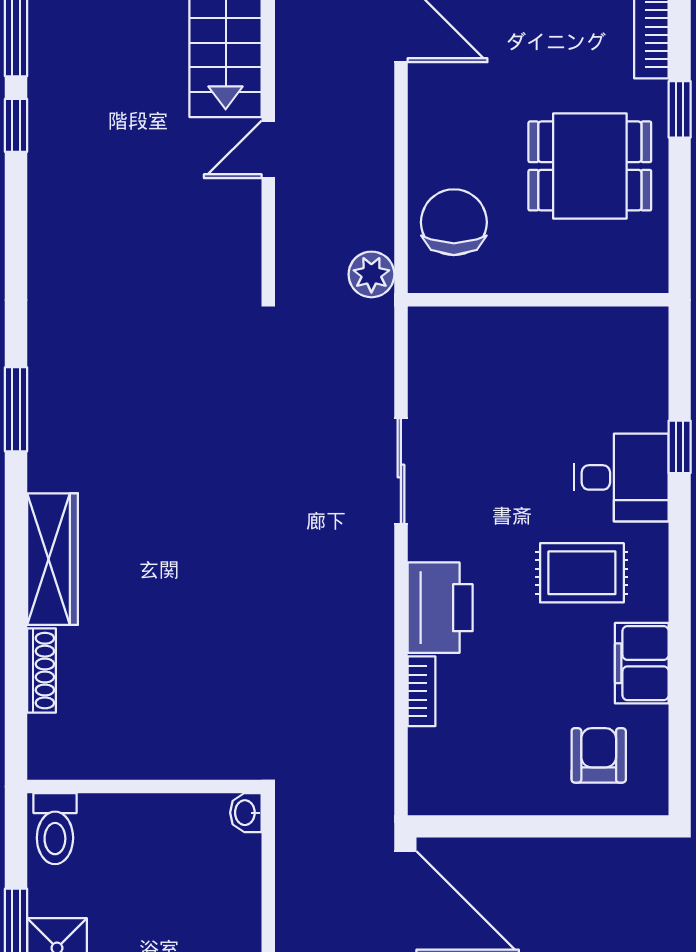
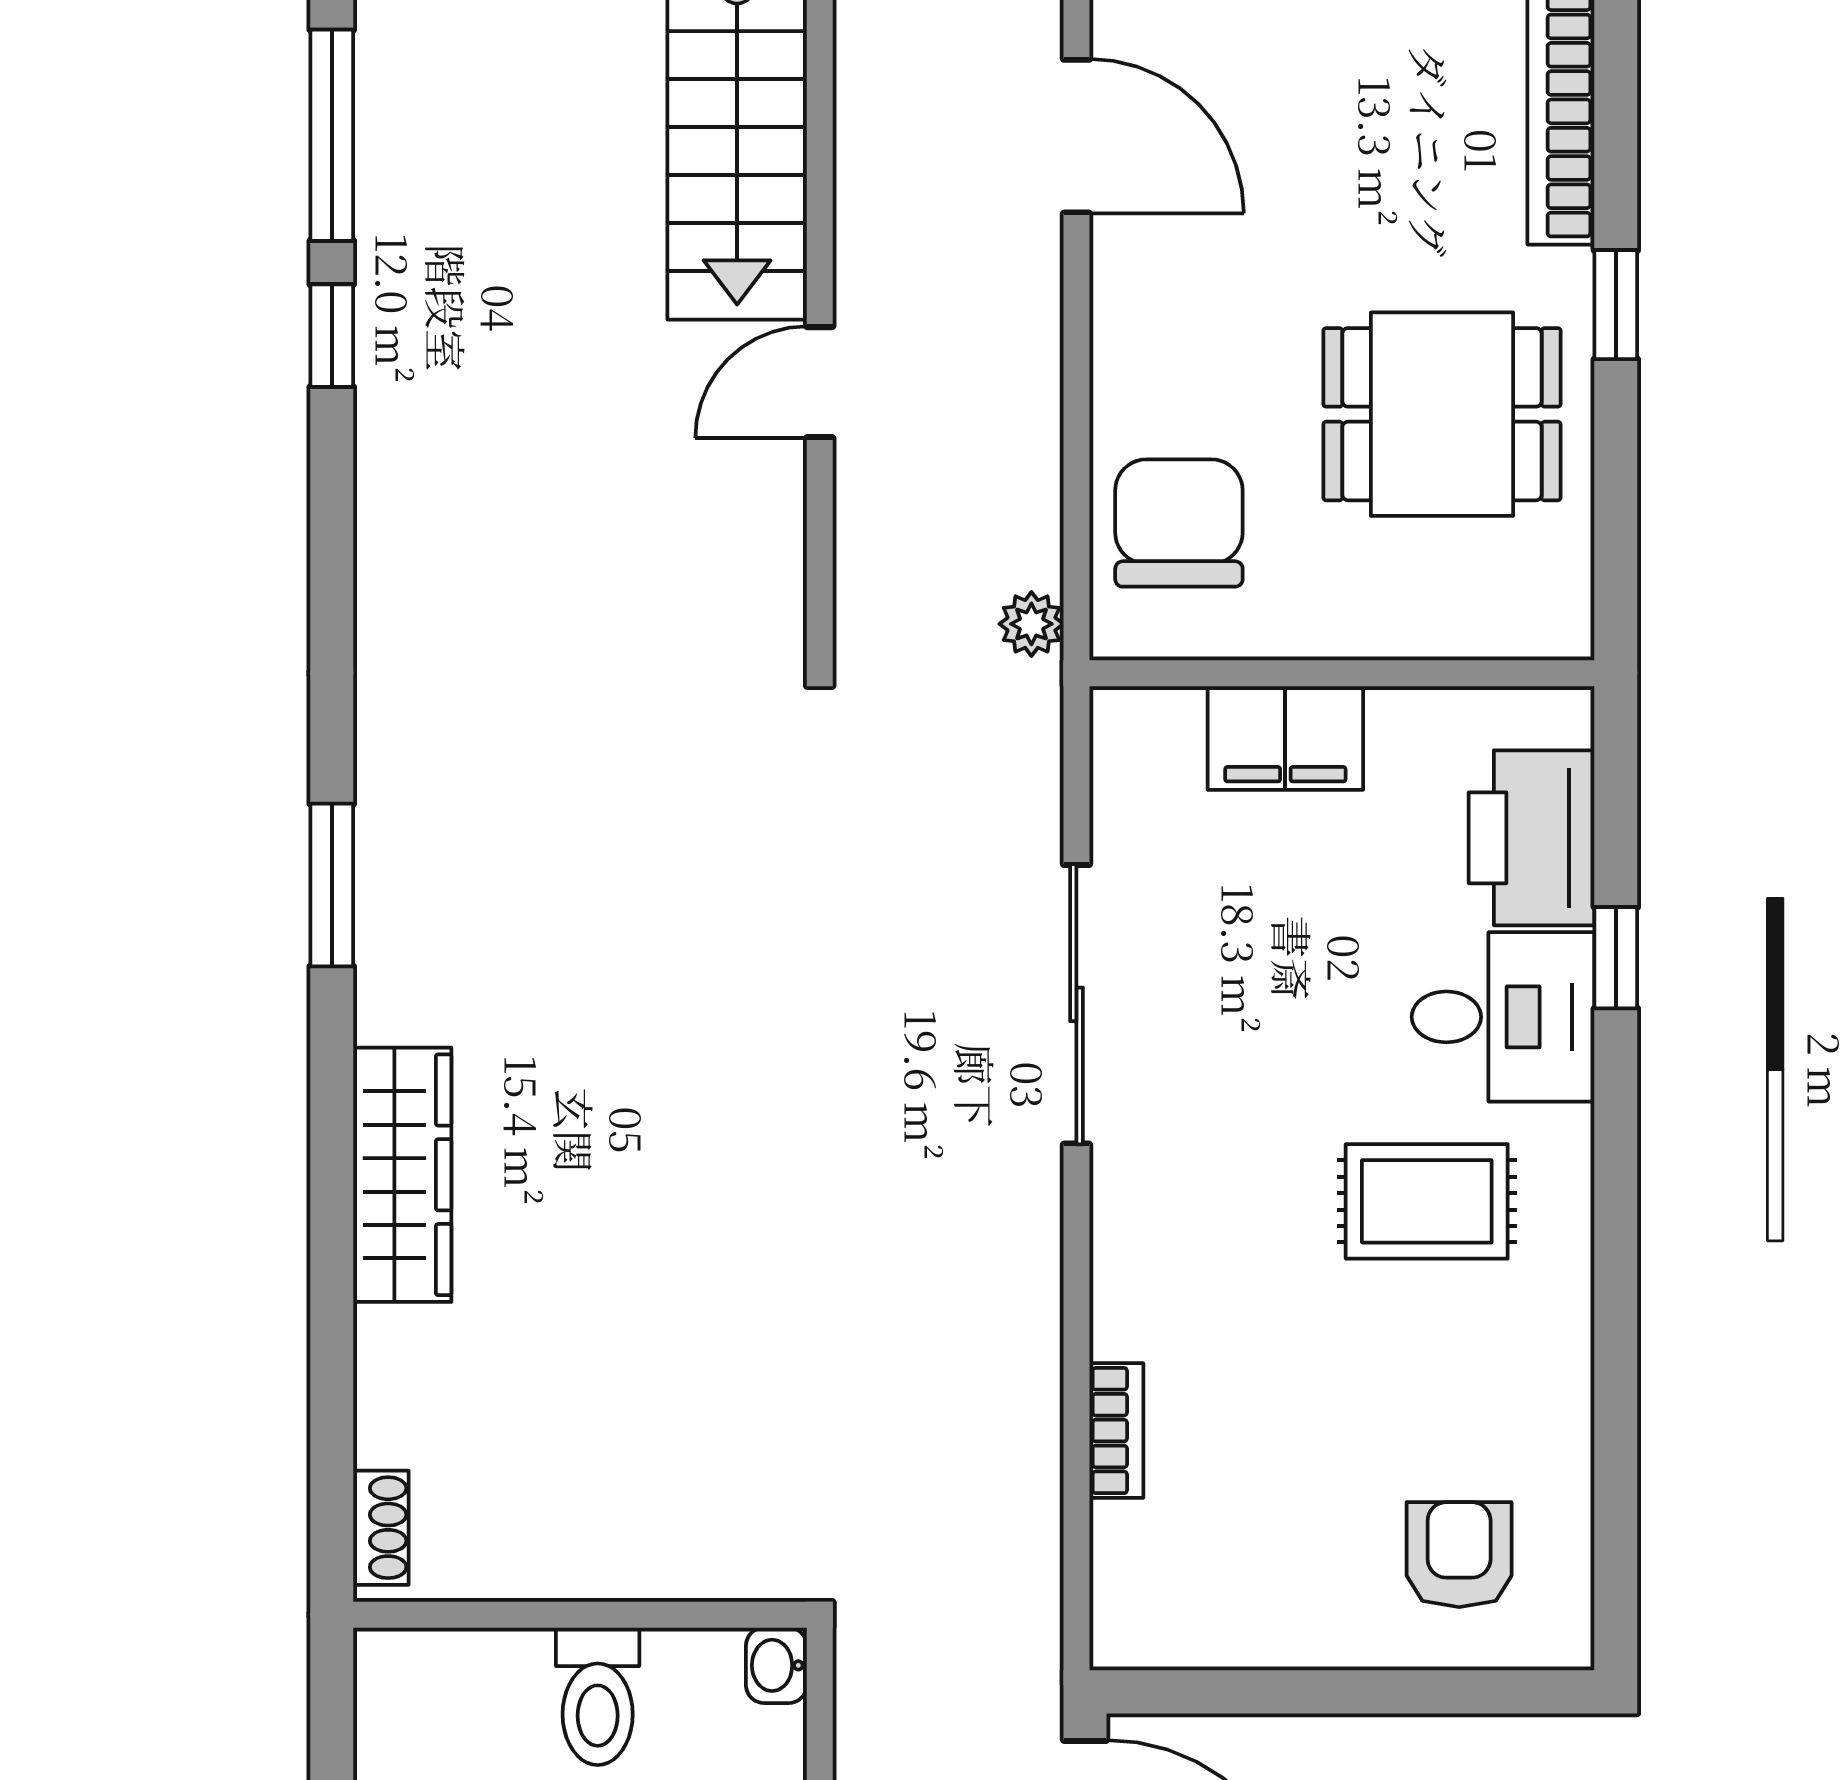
plant: (371, 274) -> (1031, 624), width x0.73, depth x0.73
sliding door: (401, 471) -> (1076, 1004), width x1.37
printer: (440, 608) -> (1532, 838), moved, turned 180
filing cabinet: (642, 663) -> (1285, 738), moved, turned -90
shoe rack: (41, 671) -> (381, 1528), moved, width x0.70
toilet: (55, 829) -> (598, 1696), moved

